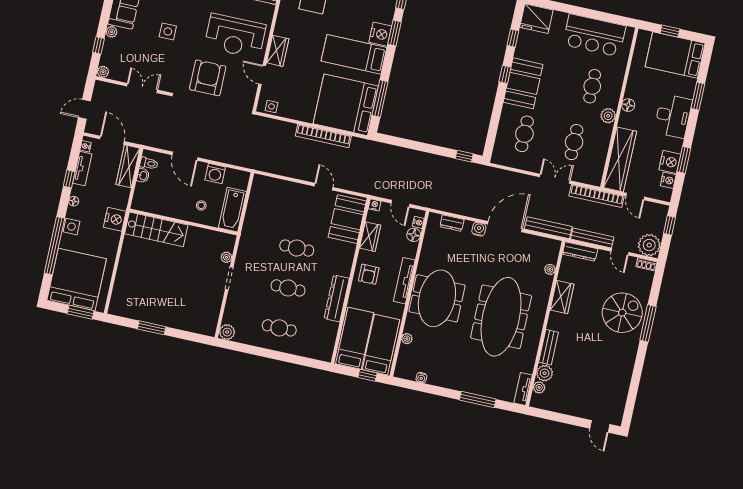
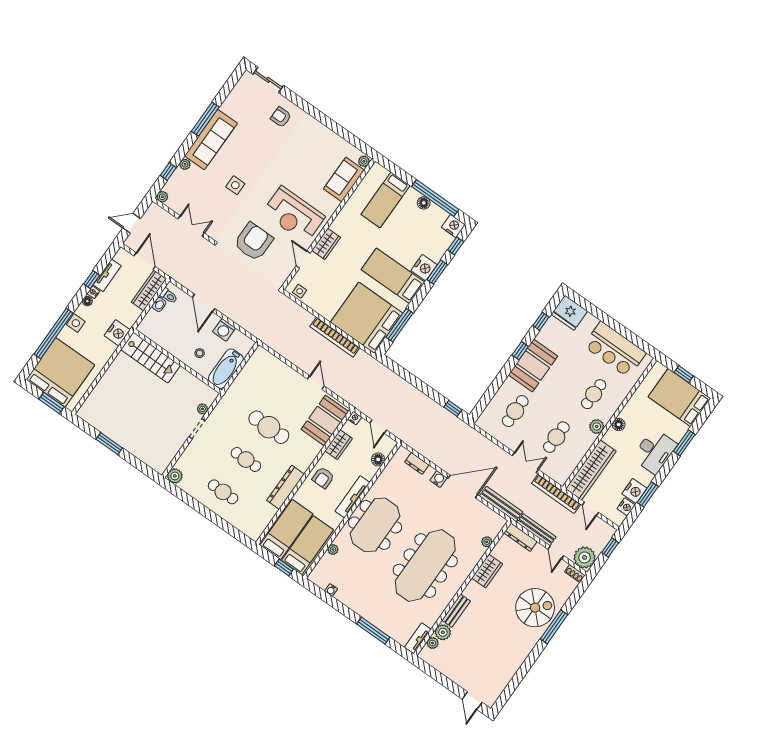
nightstand: (86, 146) -> (93, 292), moved
nightstand: (418, 222) -> (387, 450), removed
cafe table: (297, 248) -> (269, 427), width x1.37, depth x1.35

